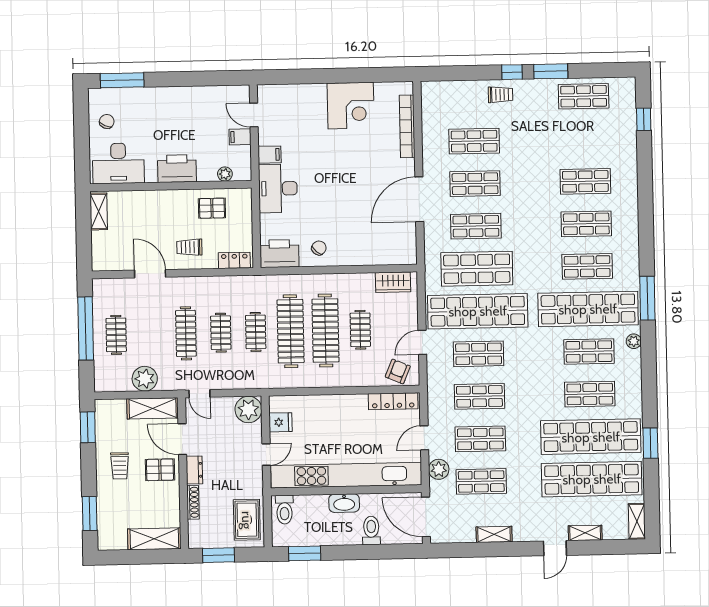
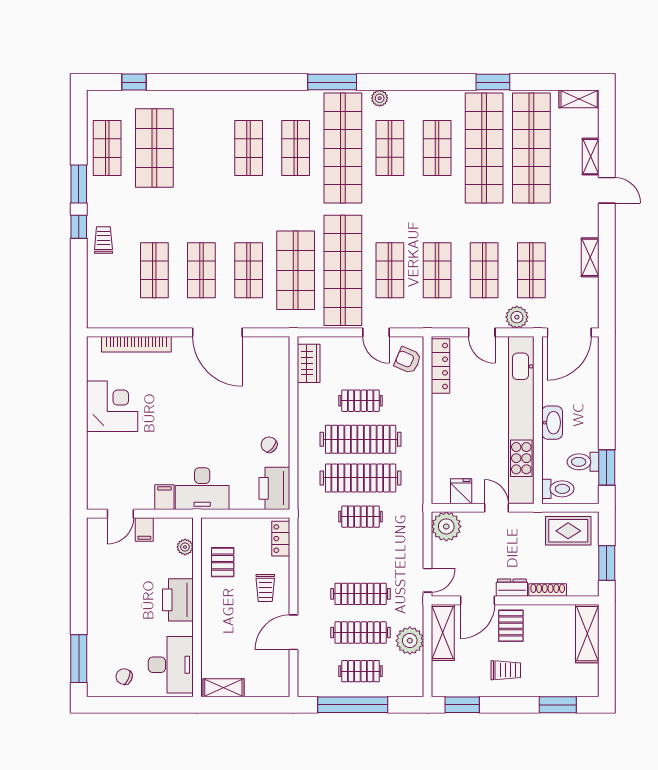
shop shelf: (585, 181) -> (154, 148), moved, width x1.43, depth x1.36
clothes rail: (221, 333) -> (361, 633), moved, width x1.36
toilet: (371, 531) -> (583, 462), moved

